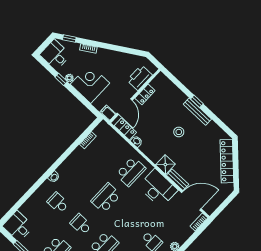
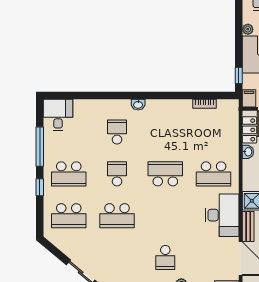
window: (61, 79) -> (239, 75), moved

